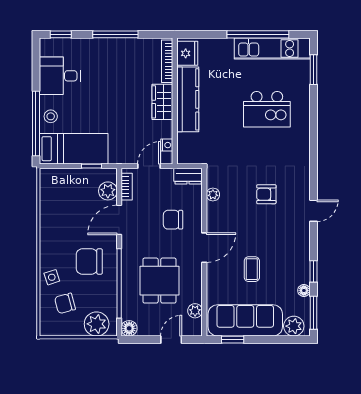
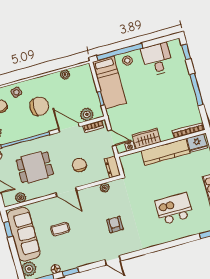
wardrobe: (162, 102) -> (147, 138), moved
kitchen island: (267, 109) -> (174, 209), turned 90
plant: (46, 205) -> (65, 75), added
chair: (89, 262) -> (39, 106), moved, turned 90

